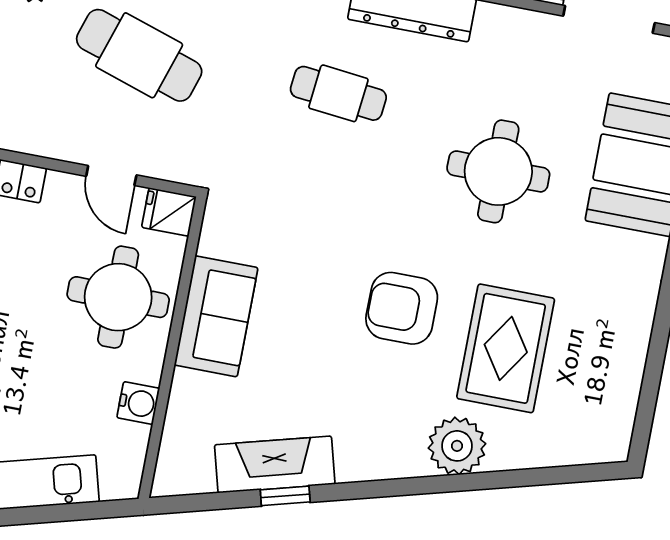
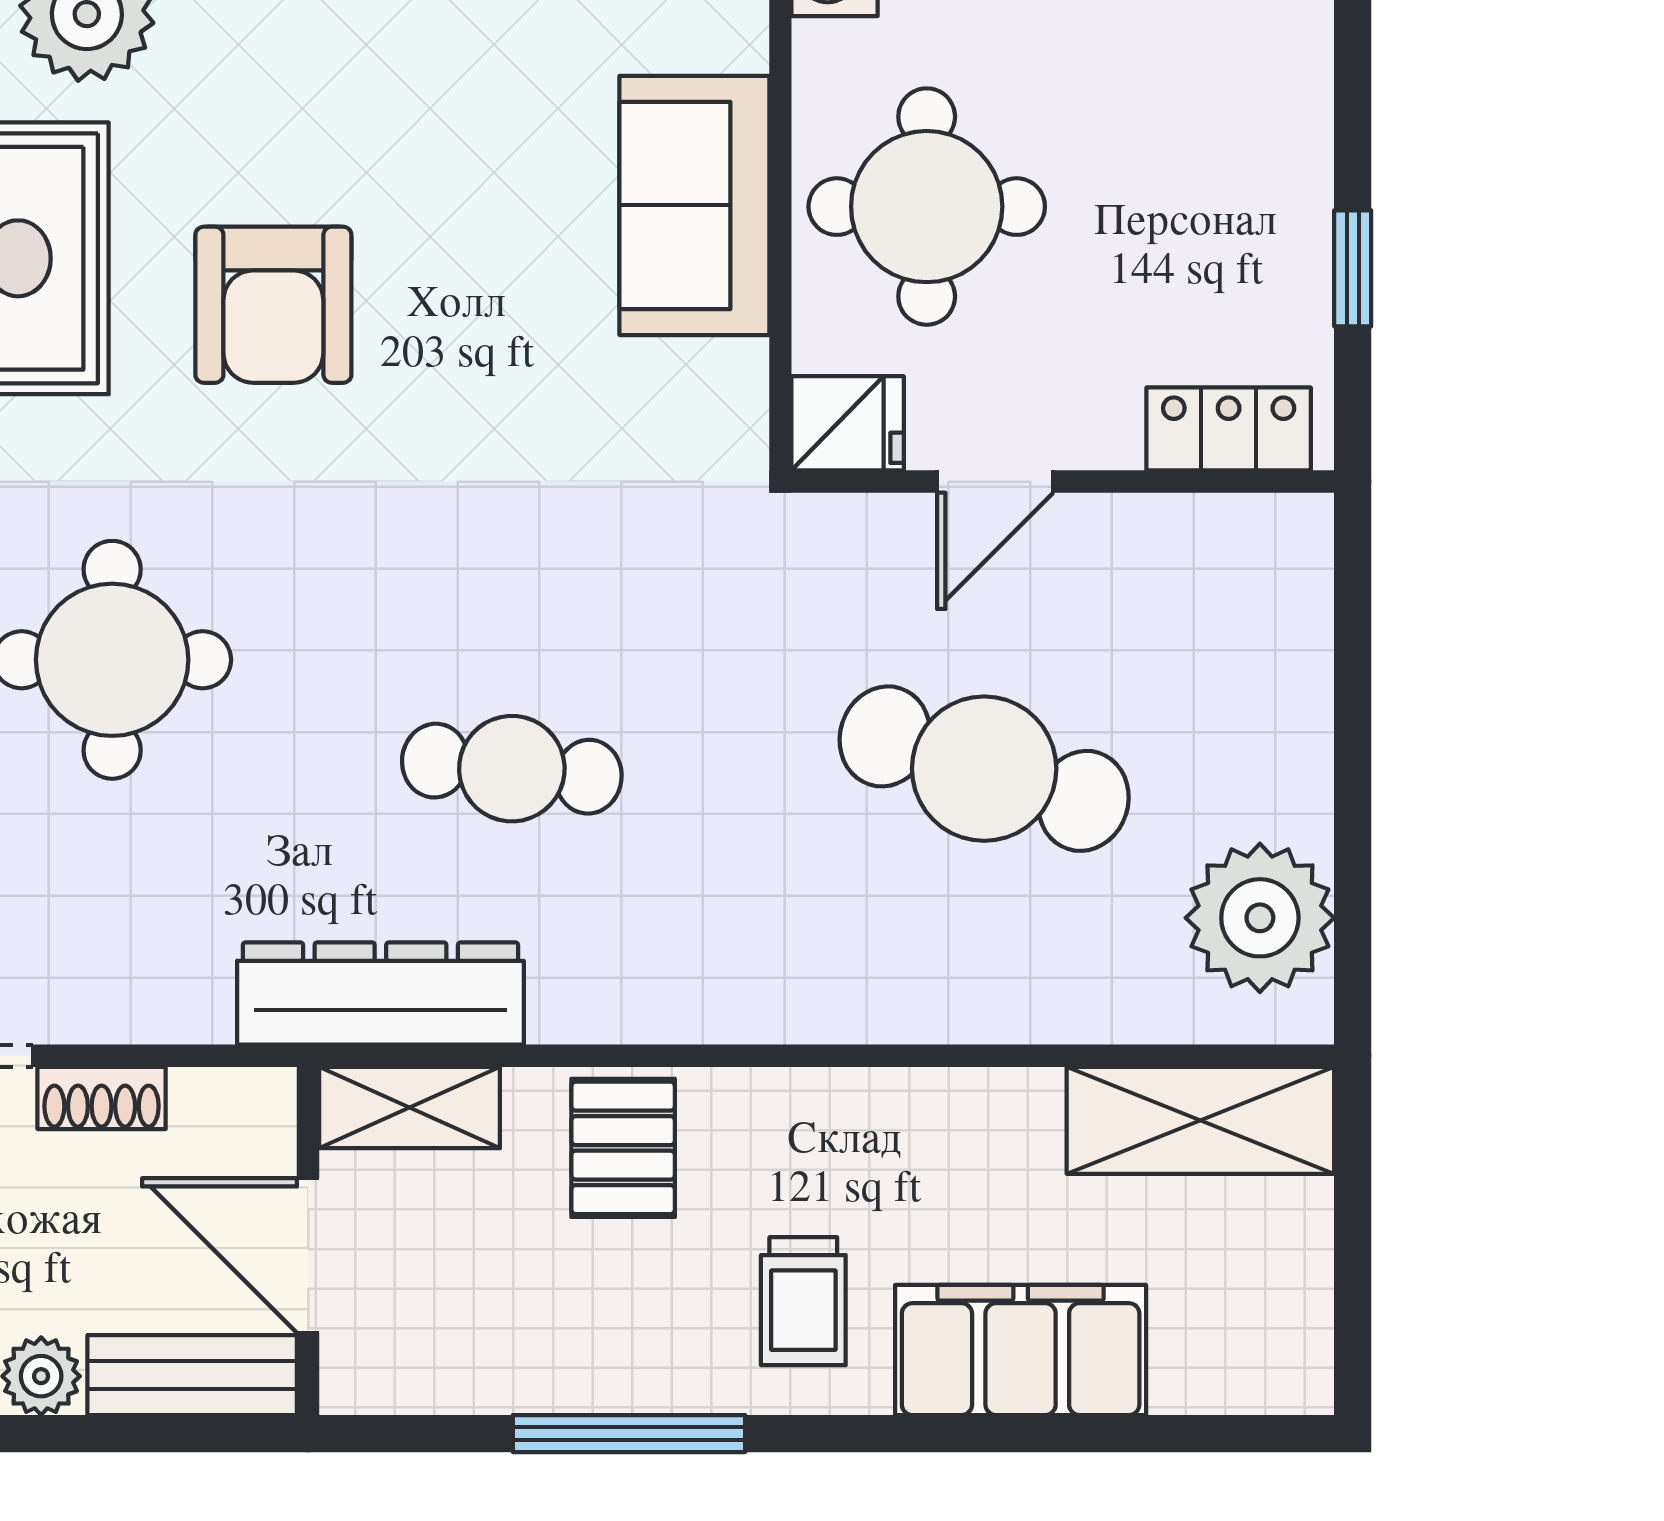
door: (111, 176) -> (995, 482), swing flipped
armchair: (402, 308) -> (273, 305), turned 90

